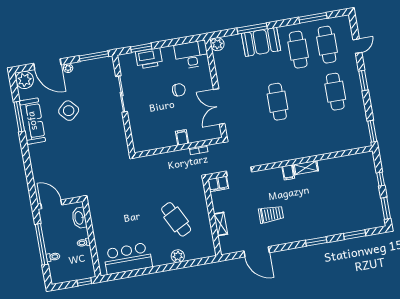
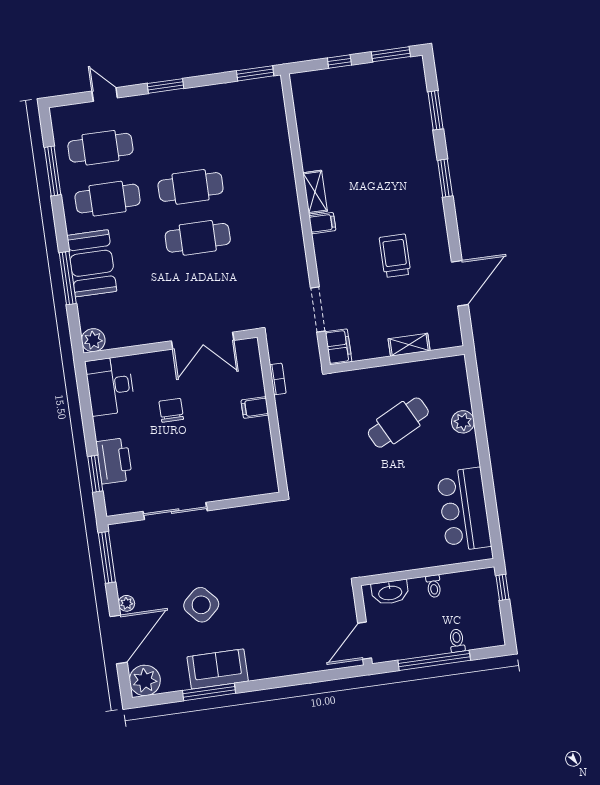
cafe table: (335, 92) -> (191, 187), moved
sofa: (32, 121) -> (218, 669), width x0.73

